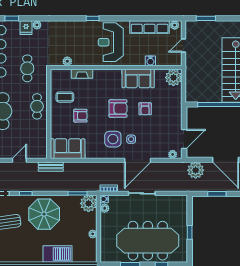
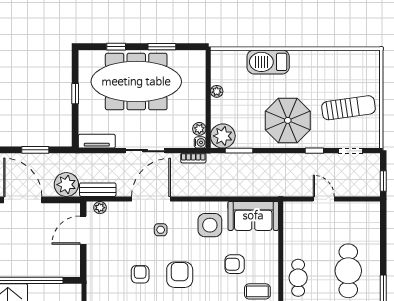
armchair: (118, 108) -> (180, 275), turned 90
side table: (113, 139) -> (210, 225), moved
door: (19, 160) -> (324, 199), swing flipped
bench: (51, 167) -> (98, 190), moved
tv unit: (175, 200) -> (97, 141), added

